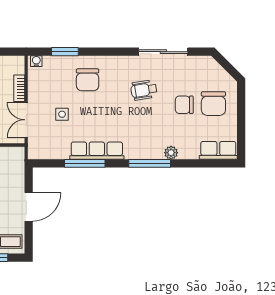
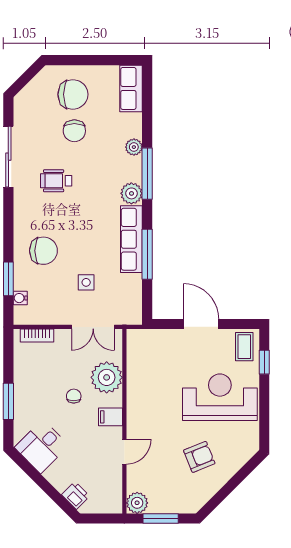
water cooler: (36, 61) -> (20, 298), moved
bookcase: (19, 88) -> (37, 336), moved
wheelchair: (144, 90) -> (56, 181), turned 99
plant: (134, 151) -> (131, 193), added

